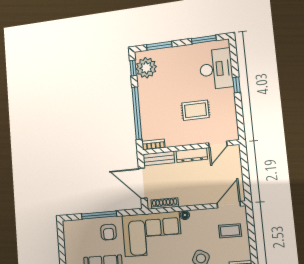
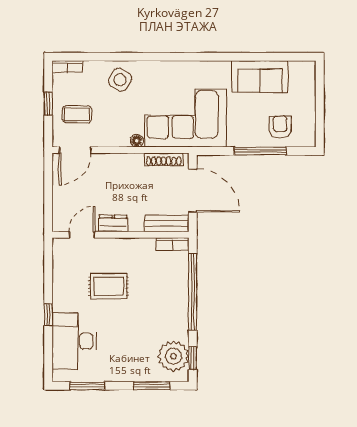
dresser: (192, 155) -> (113, 223), width x0.70
armchair: (108, 232) -> (280, 127), moved
window: (252, 237) -> (48, 104), added

